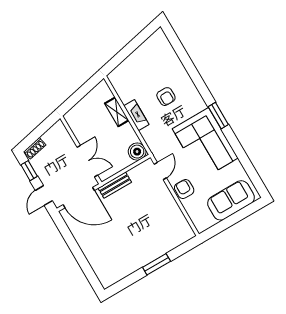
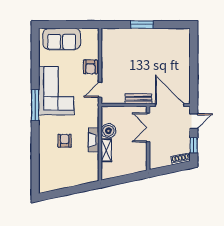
window: (218, 116) -> (35, 105), width x1.44
boiler: (137, 152) -> (108, 131), moved

